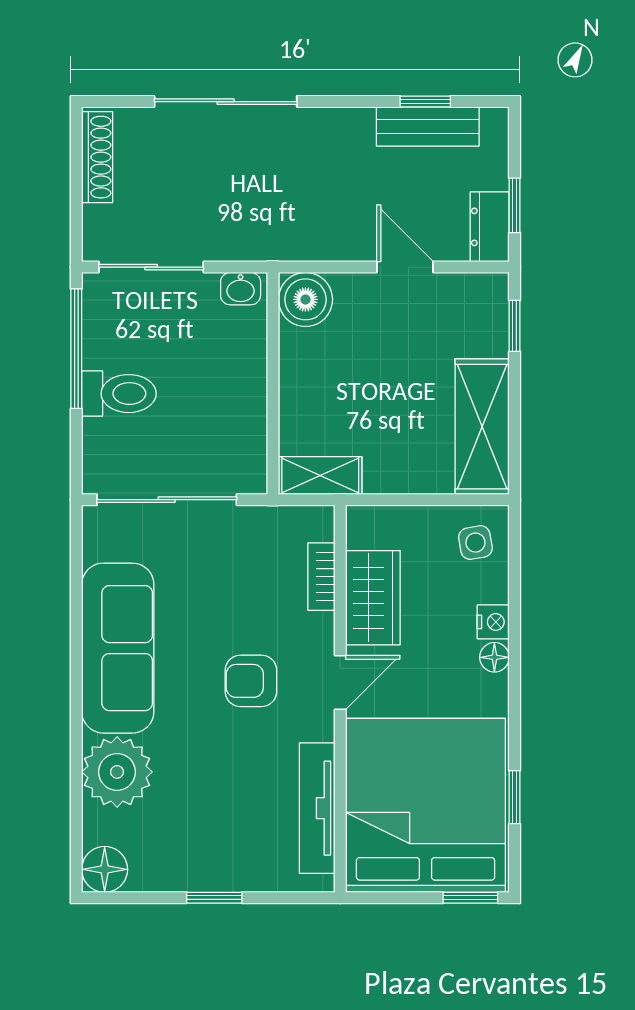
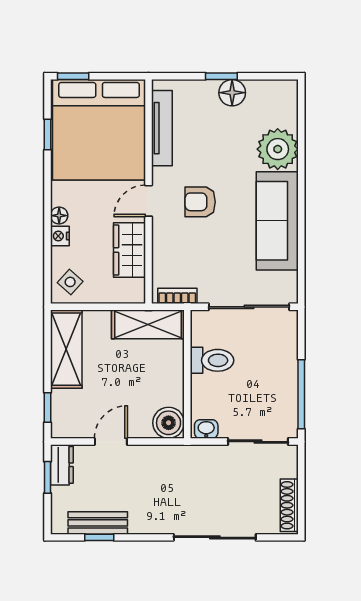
door: (405, 267) -> (111, 442), swing flipped
toilet: (119, 394) -> (212, 360), moved, turned 180
shelving: (320, 475) -> (148, 324), width x1.50, depth x1.33
side table: (475, 543) -> (70, 282), turned -38
bookcase: (321, 577) -> (177, 296), moved, turned -90
armchair: (251, 681) -> (200, 202), turned 180
floor lamp: (105, 869) -> (232, 93), moved

